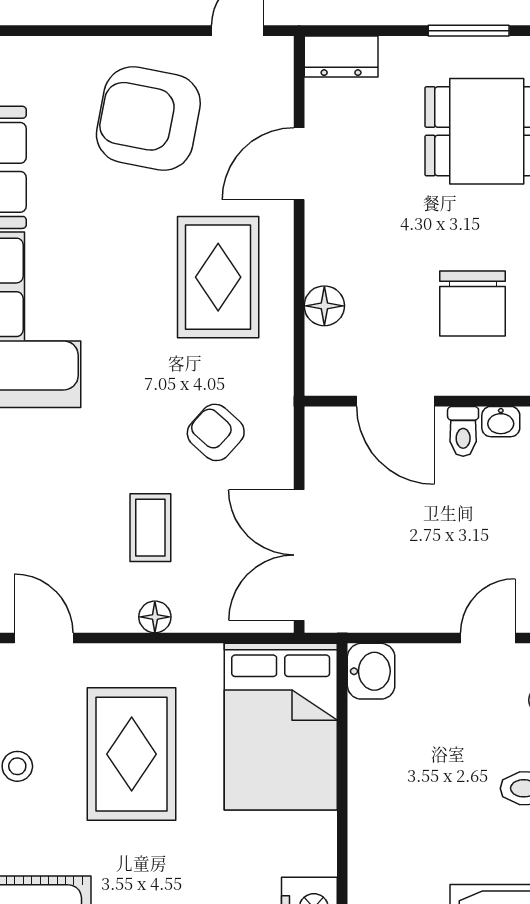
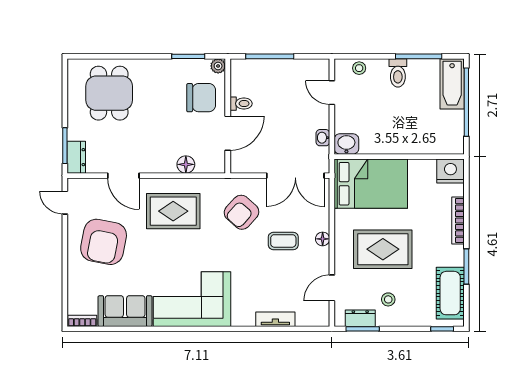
window: (469, 31) -> (65, 146), moved
chair: (473, 303) -> (201, 98), moved
washbasin: (501, 422) -> (323, 138), moved, turned 180
armchair: (216, 432) -> (242, 212), width x1.38, depth x1.38

